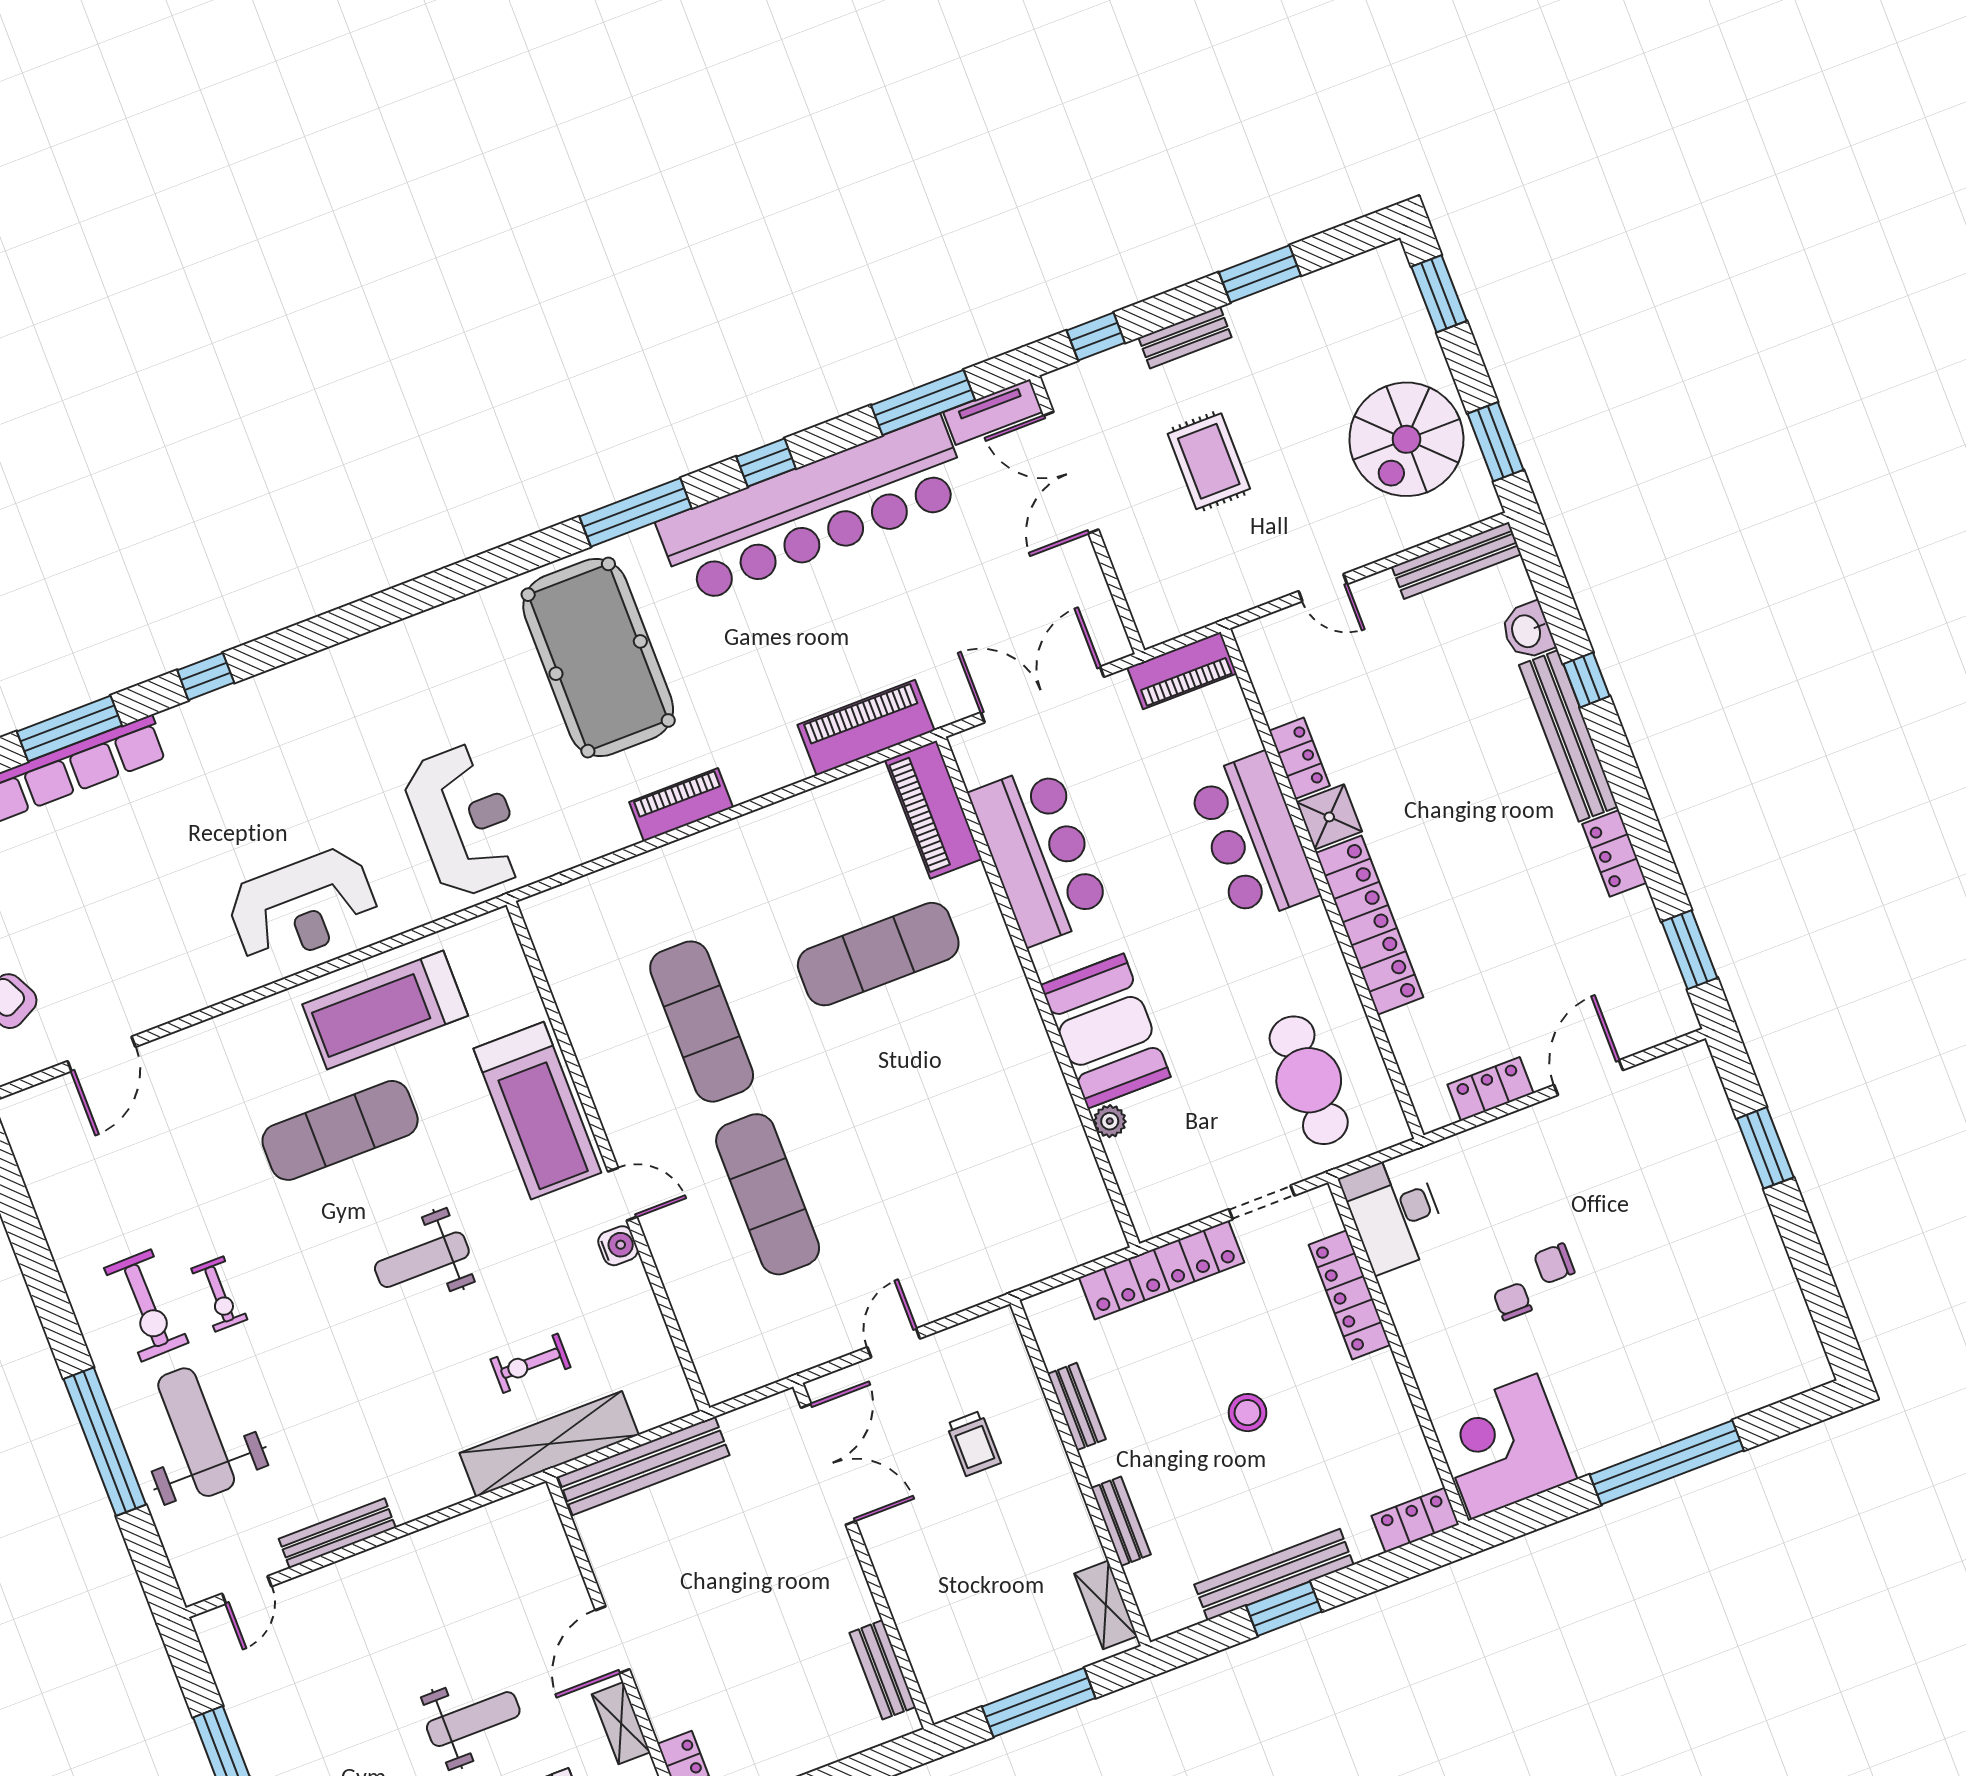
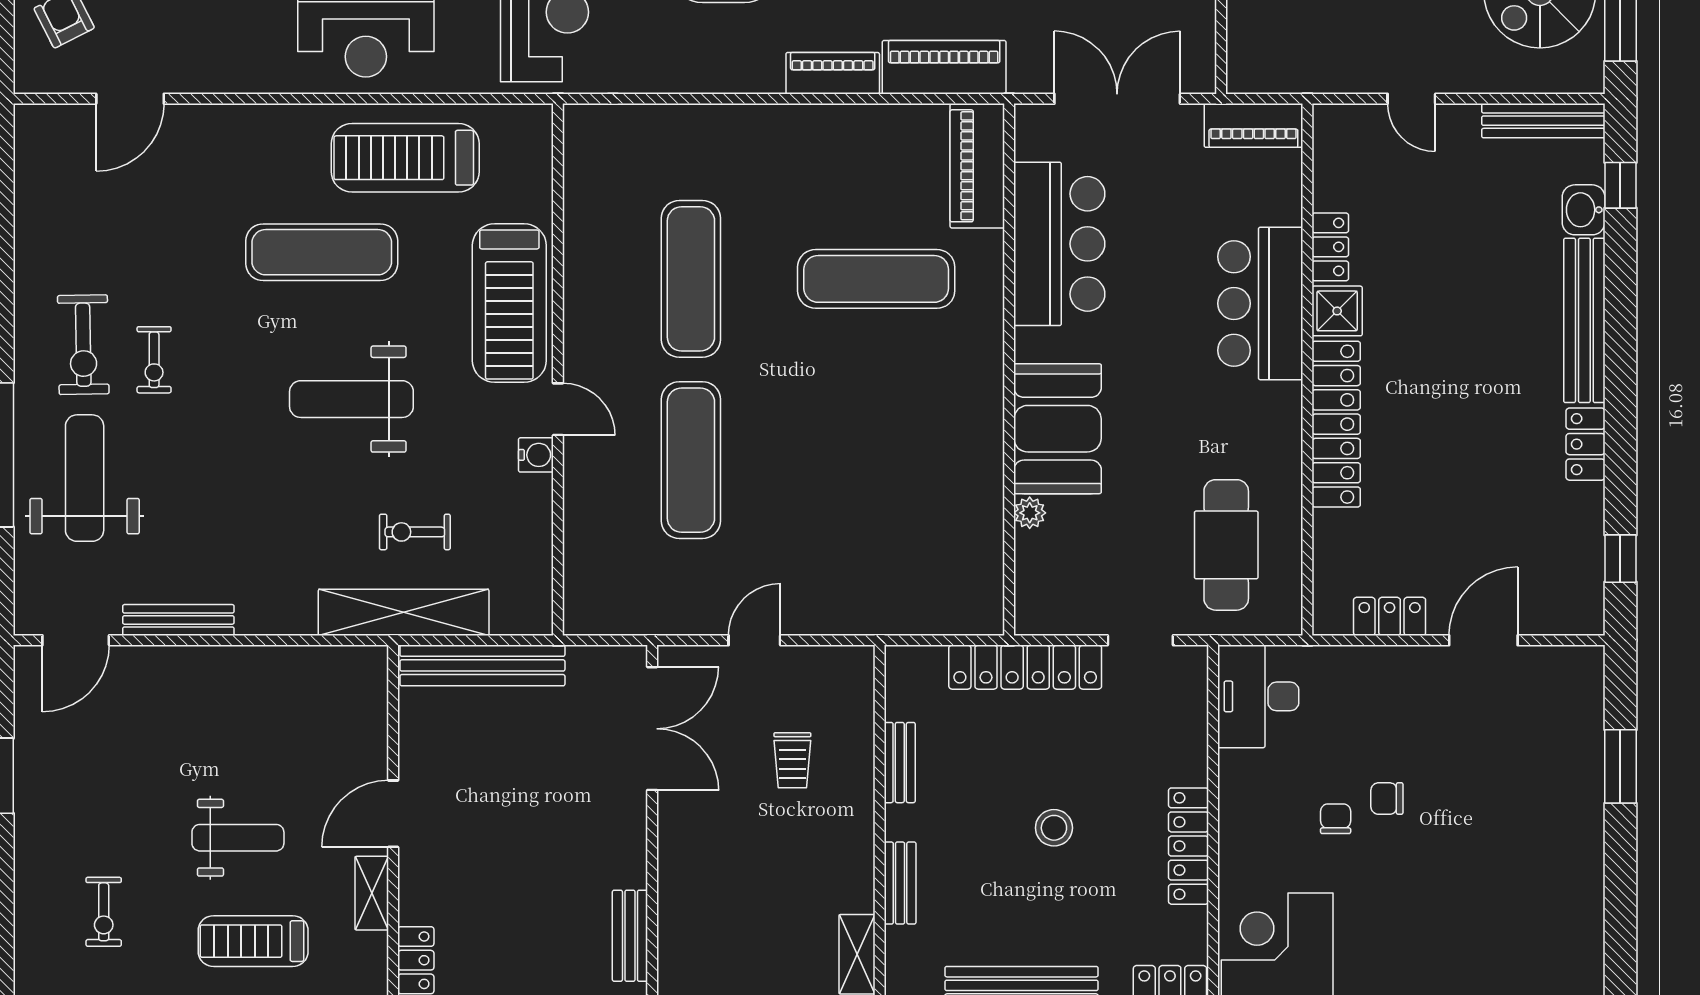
window: (1586, 680) -> (1620, 185), moved
piano: (681, 805) -> (833, 73), moved
window: (1689, 950) -> (1620, 559), width x0.67
weight bench: (422, 1260) -> (351, 399), width x1.36, depth x1.33
locker: (1350, 1295) -> (1189, 846), moved
door: (247, 1590) -> (76, 640), width x1.38

